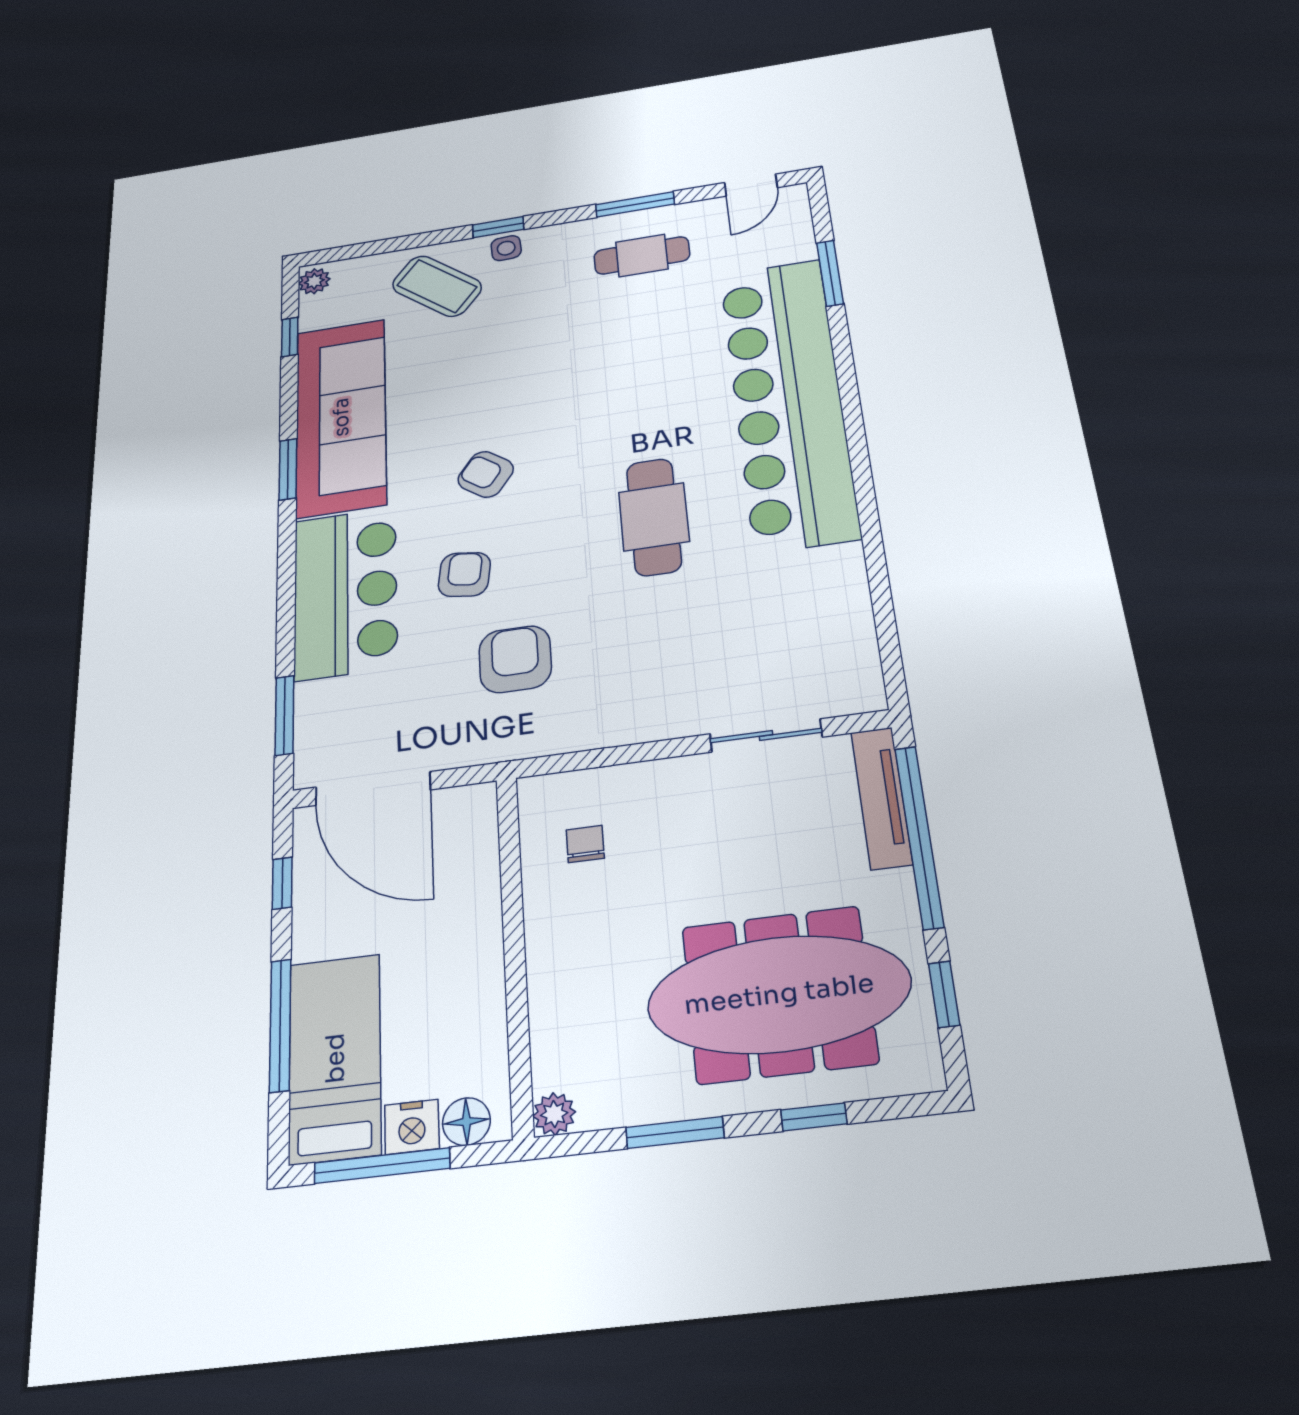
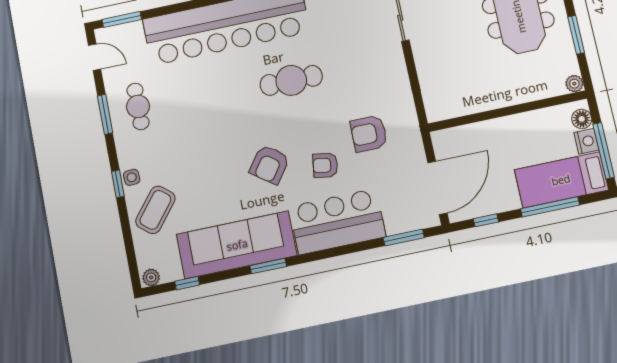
window: (830, 273) -> (122, 19), moved
armchair: (486, 474) -> (269, 164), width x1.38, depth x1.38
chair: (585, 844) -> (457, 88), removed

